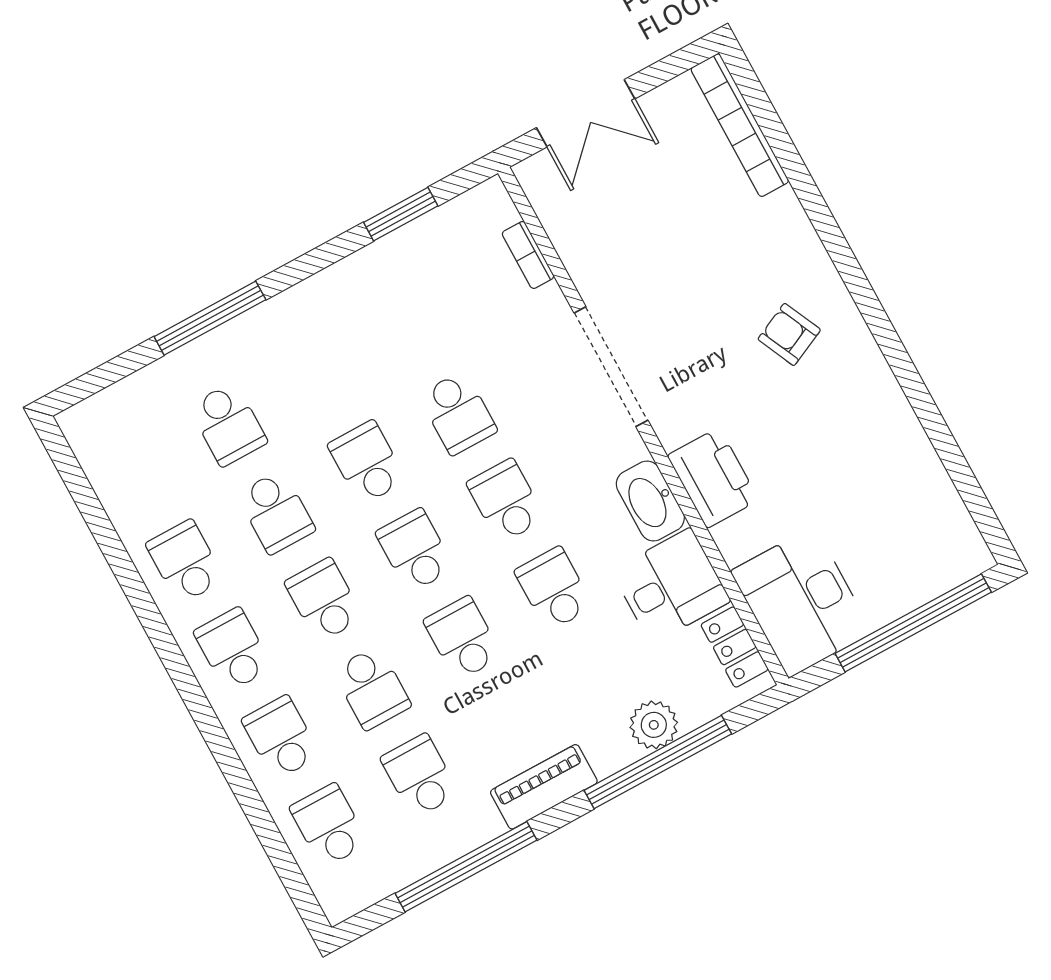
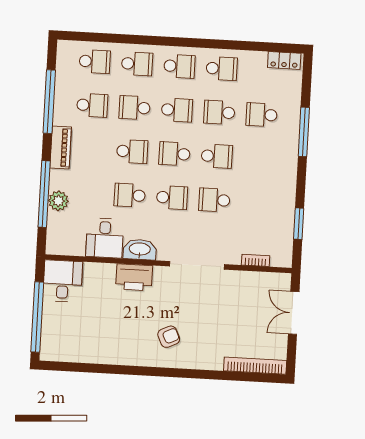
school desk: (415, 550) -> (174, 154), turned 180
school desk: (554, 589) -> (130, 195), turned 180
desk: (801, 602) -> (63, 281), width x0.73
locker: (735, 647) -> (284, 60), moved, turned 180

